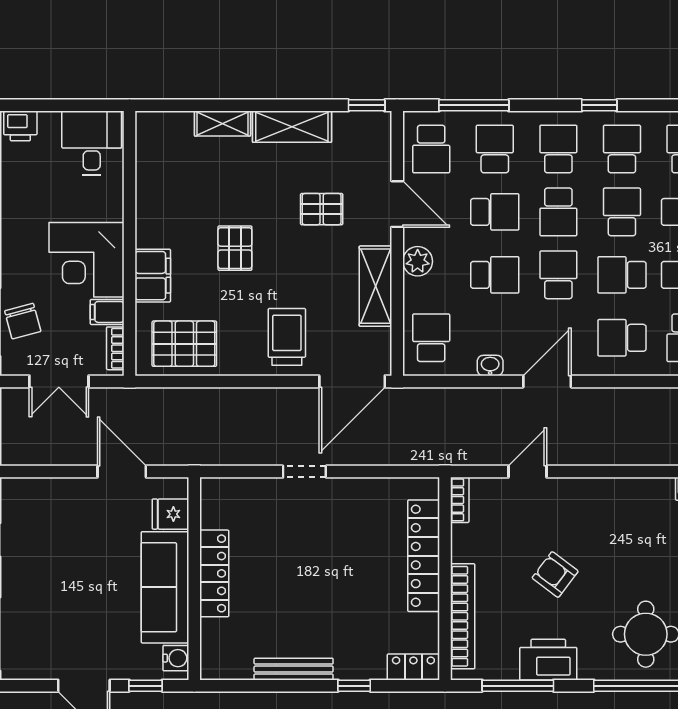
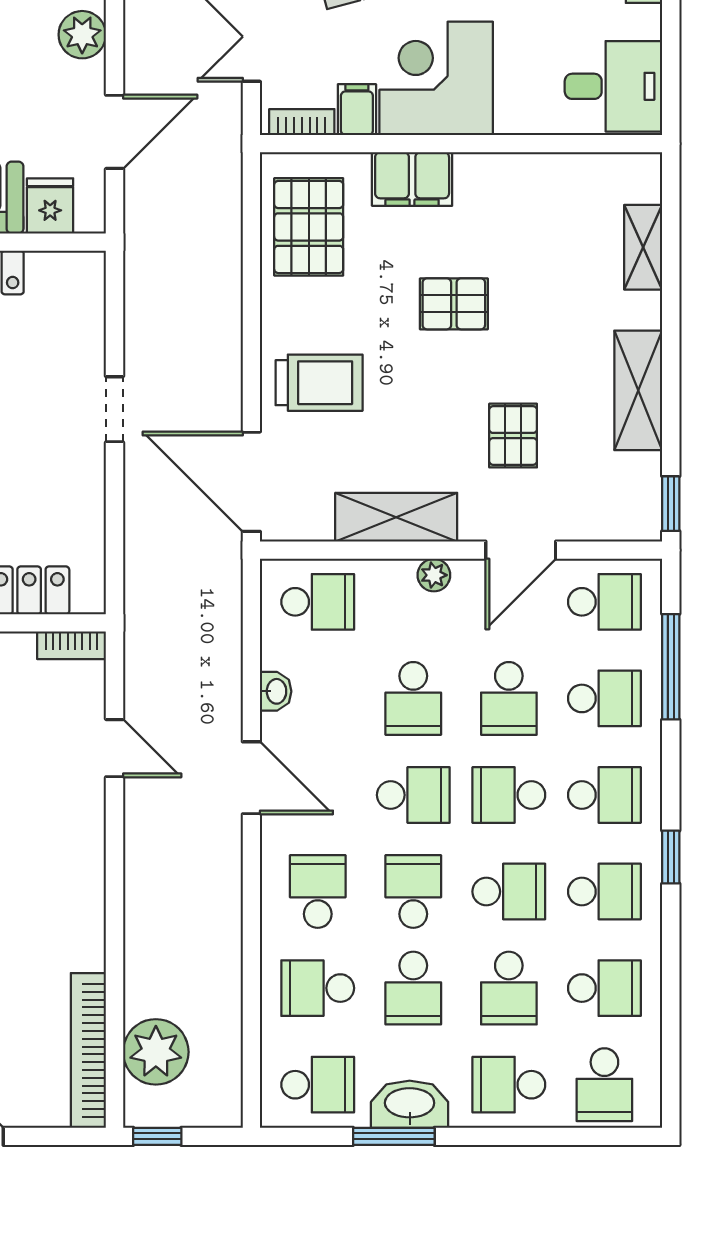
shelving: (222, 123) -> (643, 247), moved
school desk: (431, 149) -> (604, 602), turned 180
plant: (418, 261) -> (434, 575), width x0.73, depth x0.73
plant: (58, 493) -> (82, 35), added

